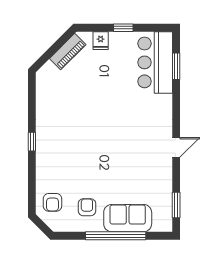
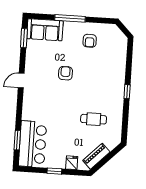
cafe table: (75, 101) -> (94, 119), added
armchair: (52, 202) -> (65, 73), moved
sofa: (128, 218) -> (45, 30), moved
window: (116, 236) -> (70, 18), width x0.68

